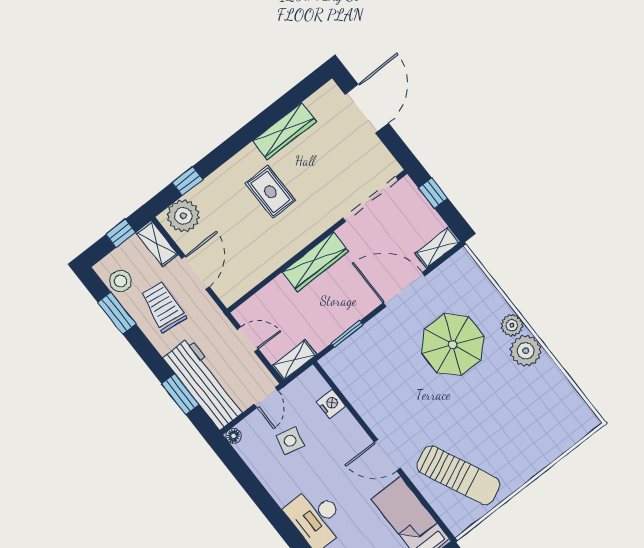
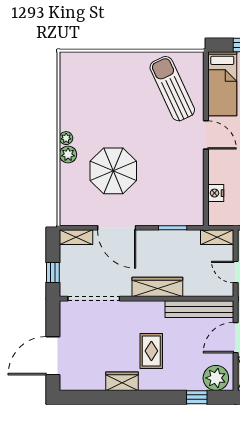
wardrobe: (284, 131) -> (122, 381), width x0.67
bench: (255, 273) -> (199, 309), added
plant: (526, 351) -> (66, 138), width x0.53, depth x0.53

